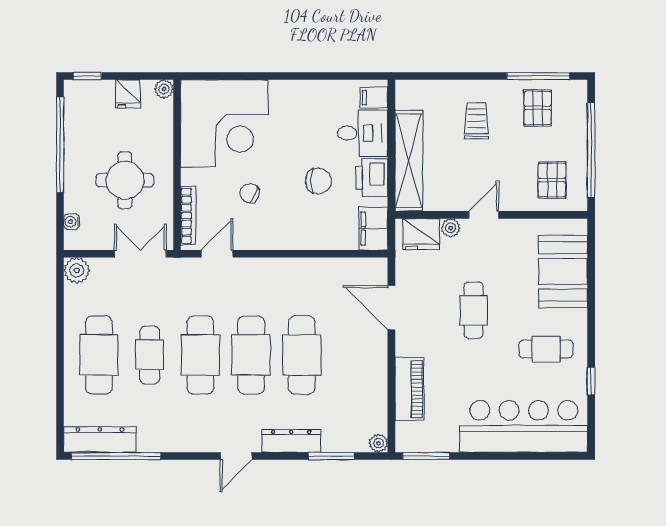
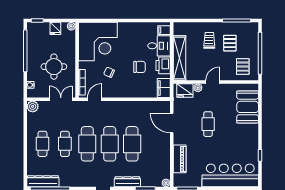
pallet: (538, 108) -> (230, 43), moved
cafe table: (546, 349) -> (240, 141), removed
cafe table: (99, 355) -> (42, 144), width x0.73, depth x0.74

